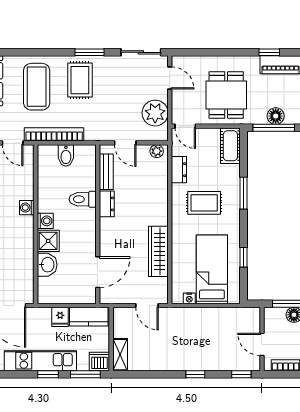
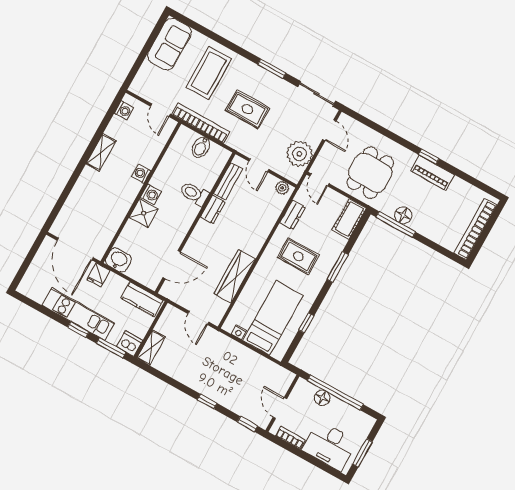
rug: (80, 80) -> (247, 109), moved, turned 90
washbasin: (47, 265) -> (118, 260), moved, turned -90
fridge: (60, 317) -> (98, 275), moved

